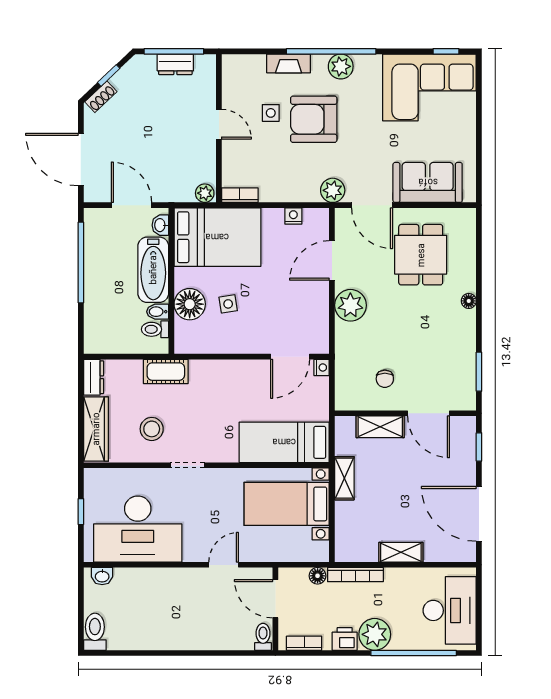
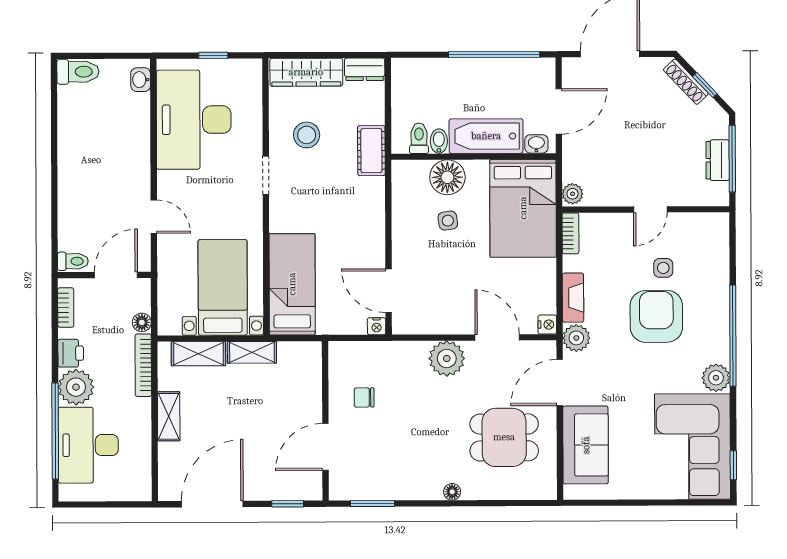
fireplace: (289, 63) -> (573, 298), moved, turned 180
plant: (341, 66) -> (716, 378), moved
shoe rack: (101, 97) -> (686, 82), width x1.43
nightstand: (293, 216) -> (547, 325), moved
shelving: (380, 427) -> (198, 354), moved, turned 90
desk: (450, 610) -> (88, 445), moved, turned 90

